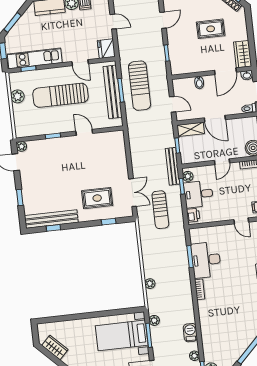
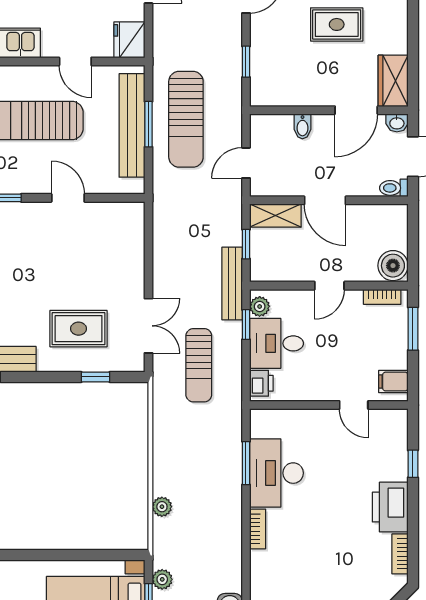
door: (173, 104) -> (246, 163), swing flipped

